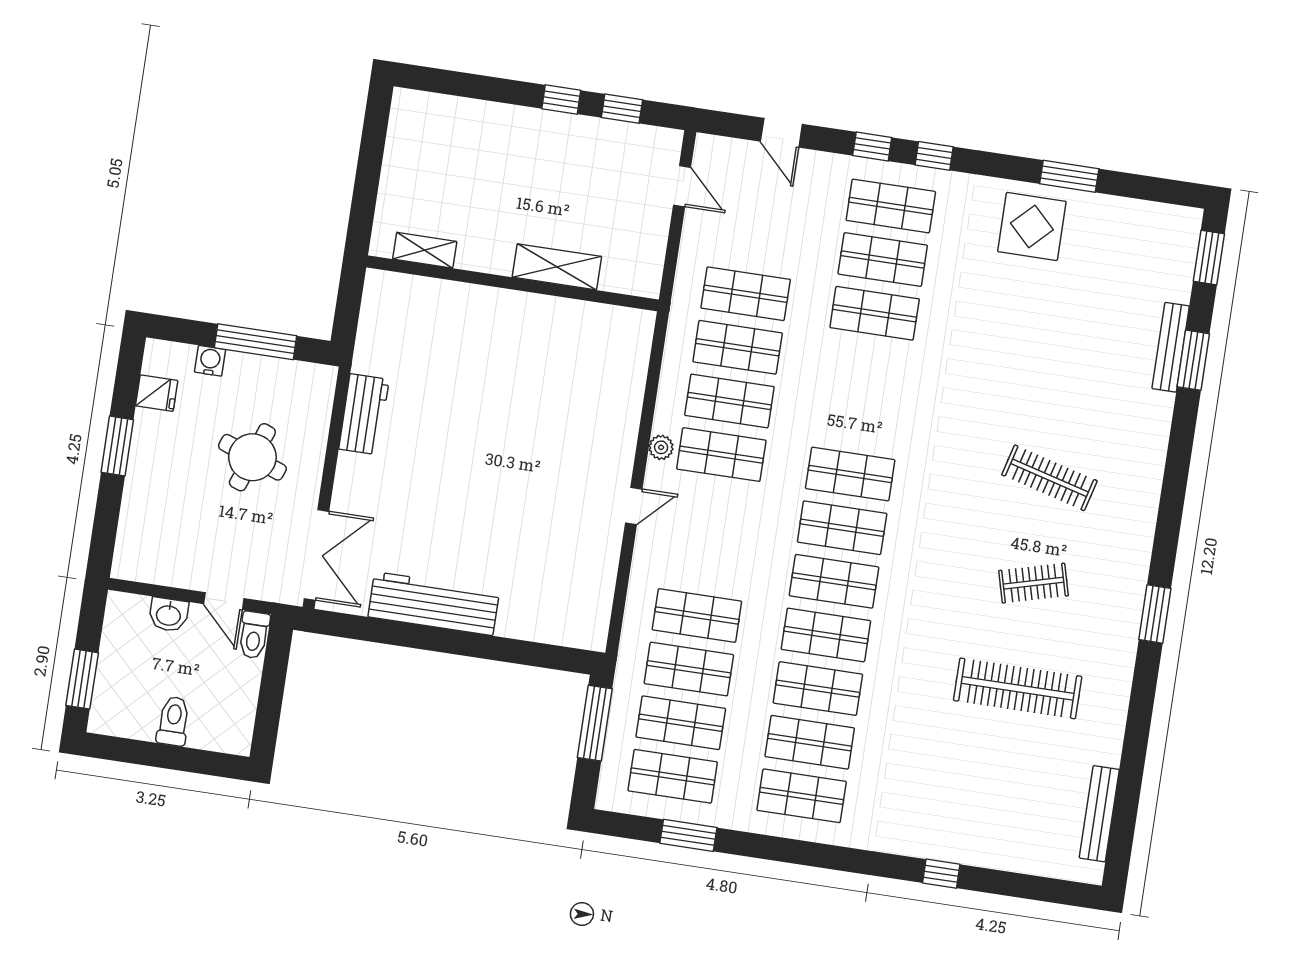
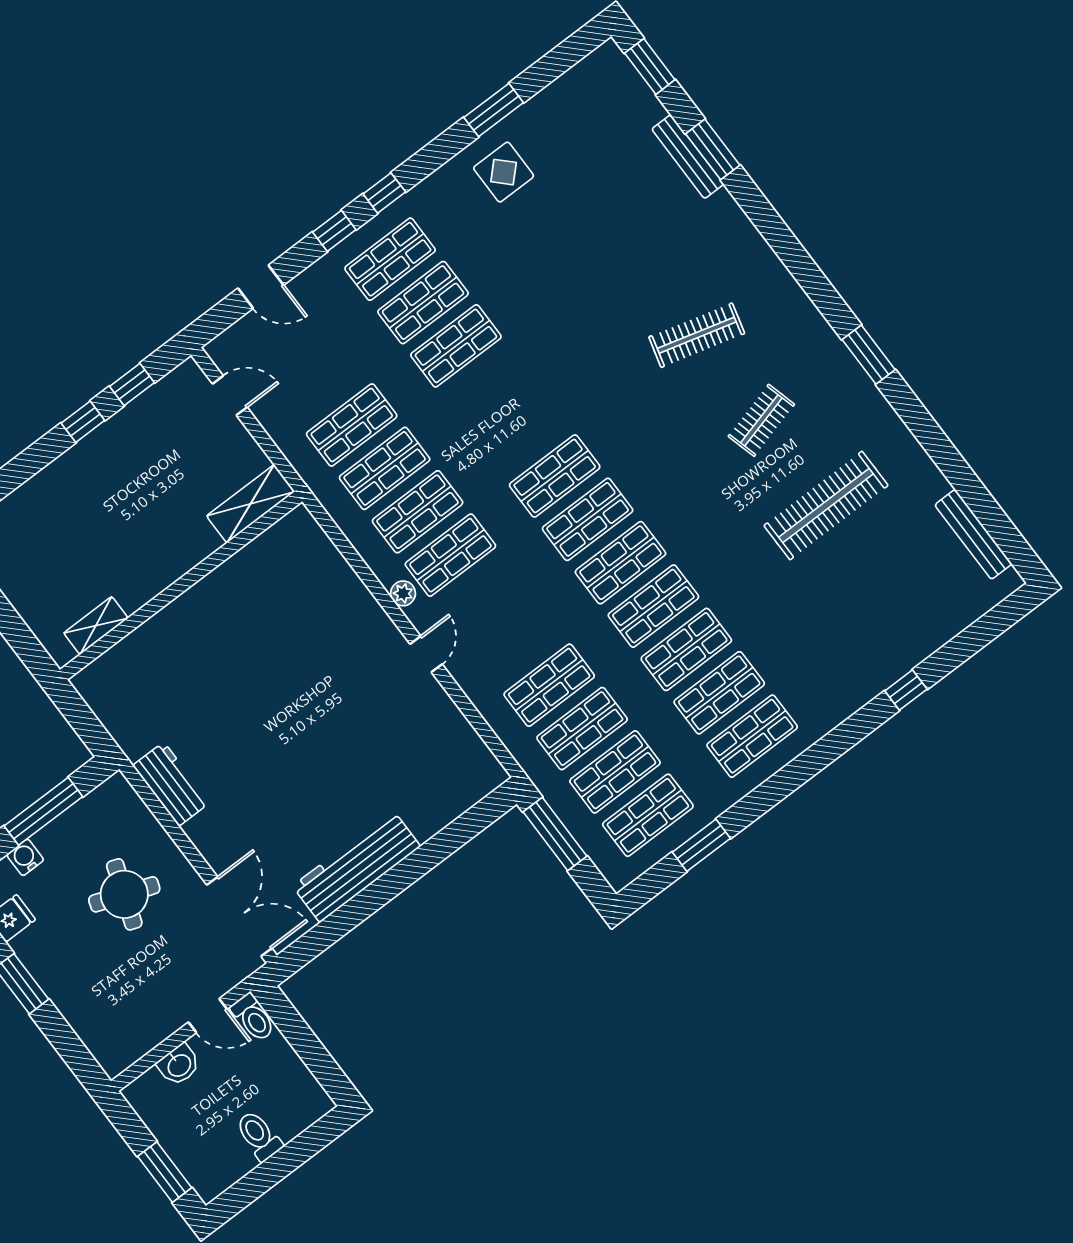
display table: (1032, 226) -> (504, 172), width x0.73, depth x0.73
shelving: (557, 267) -> (251, 504), moved

